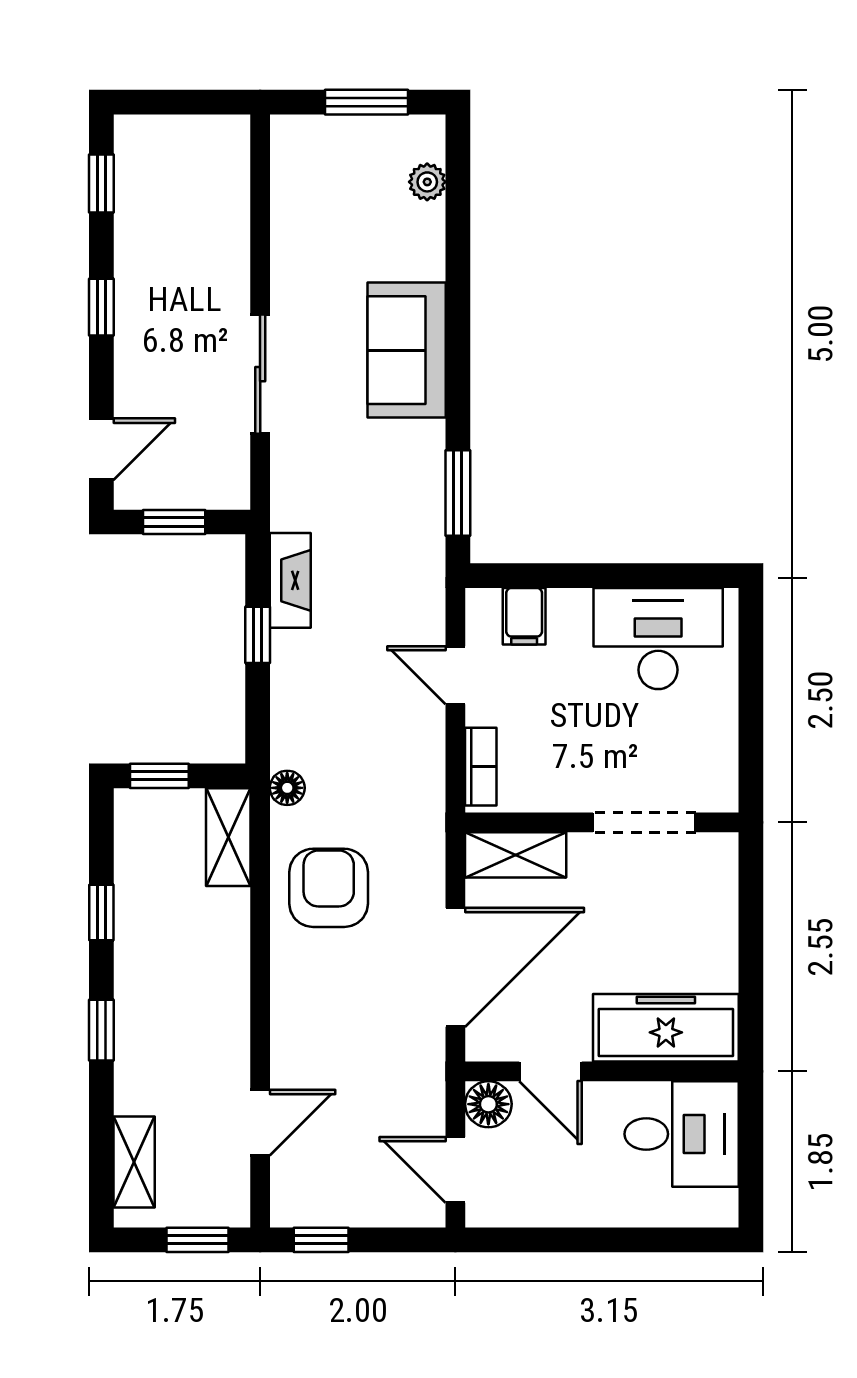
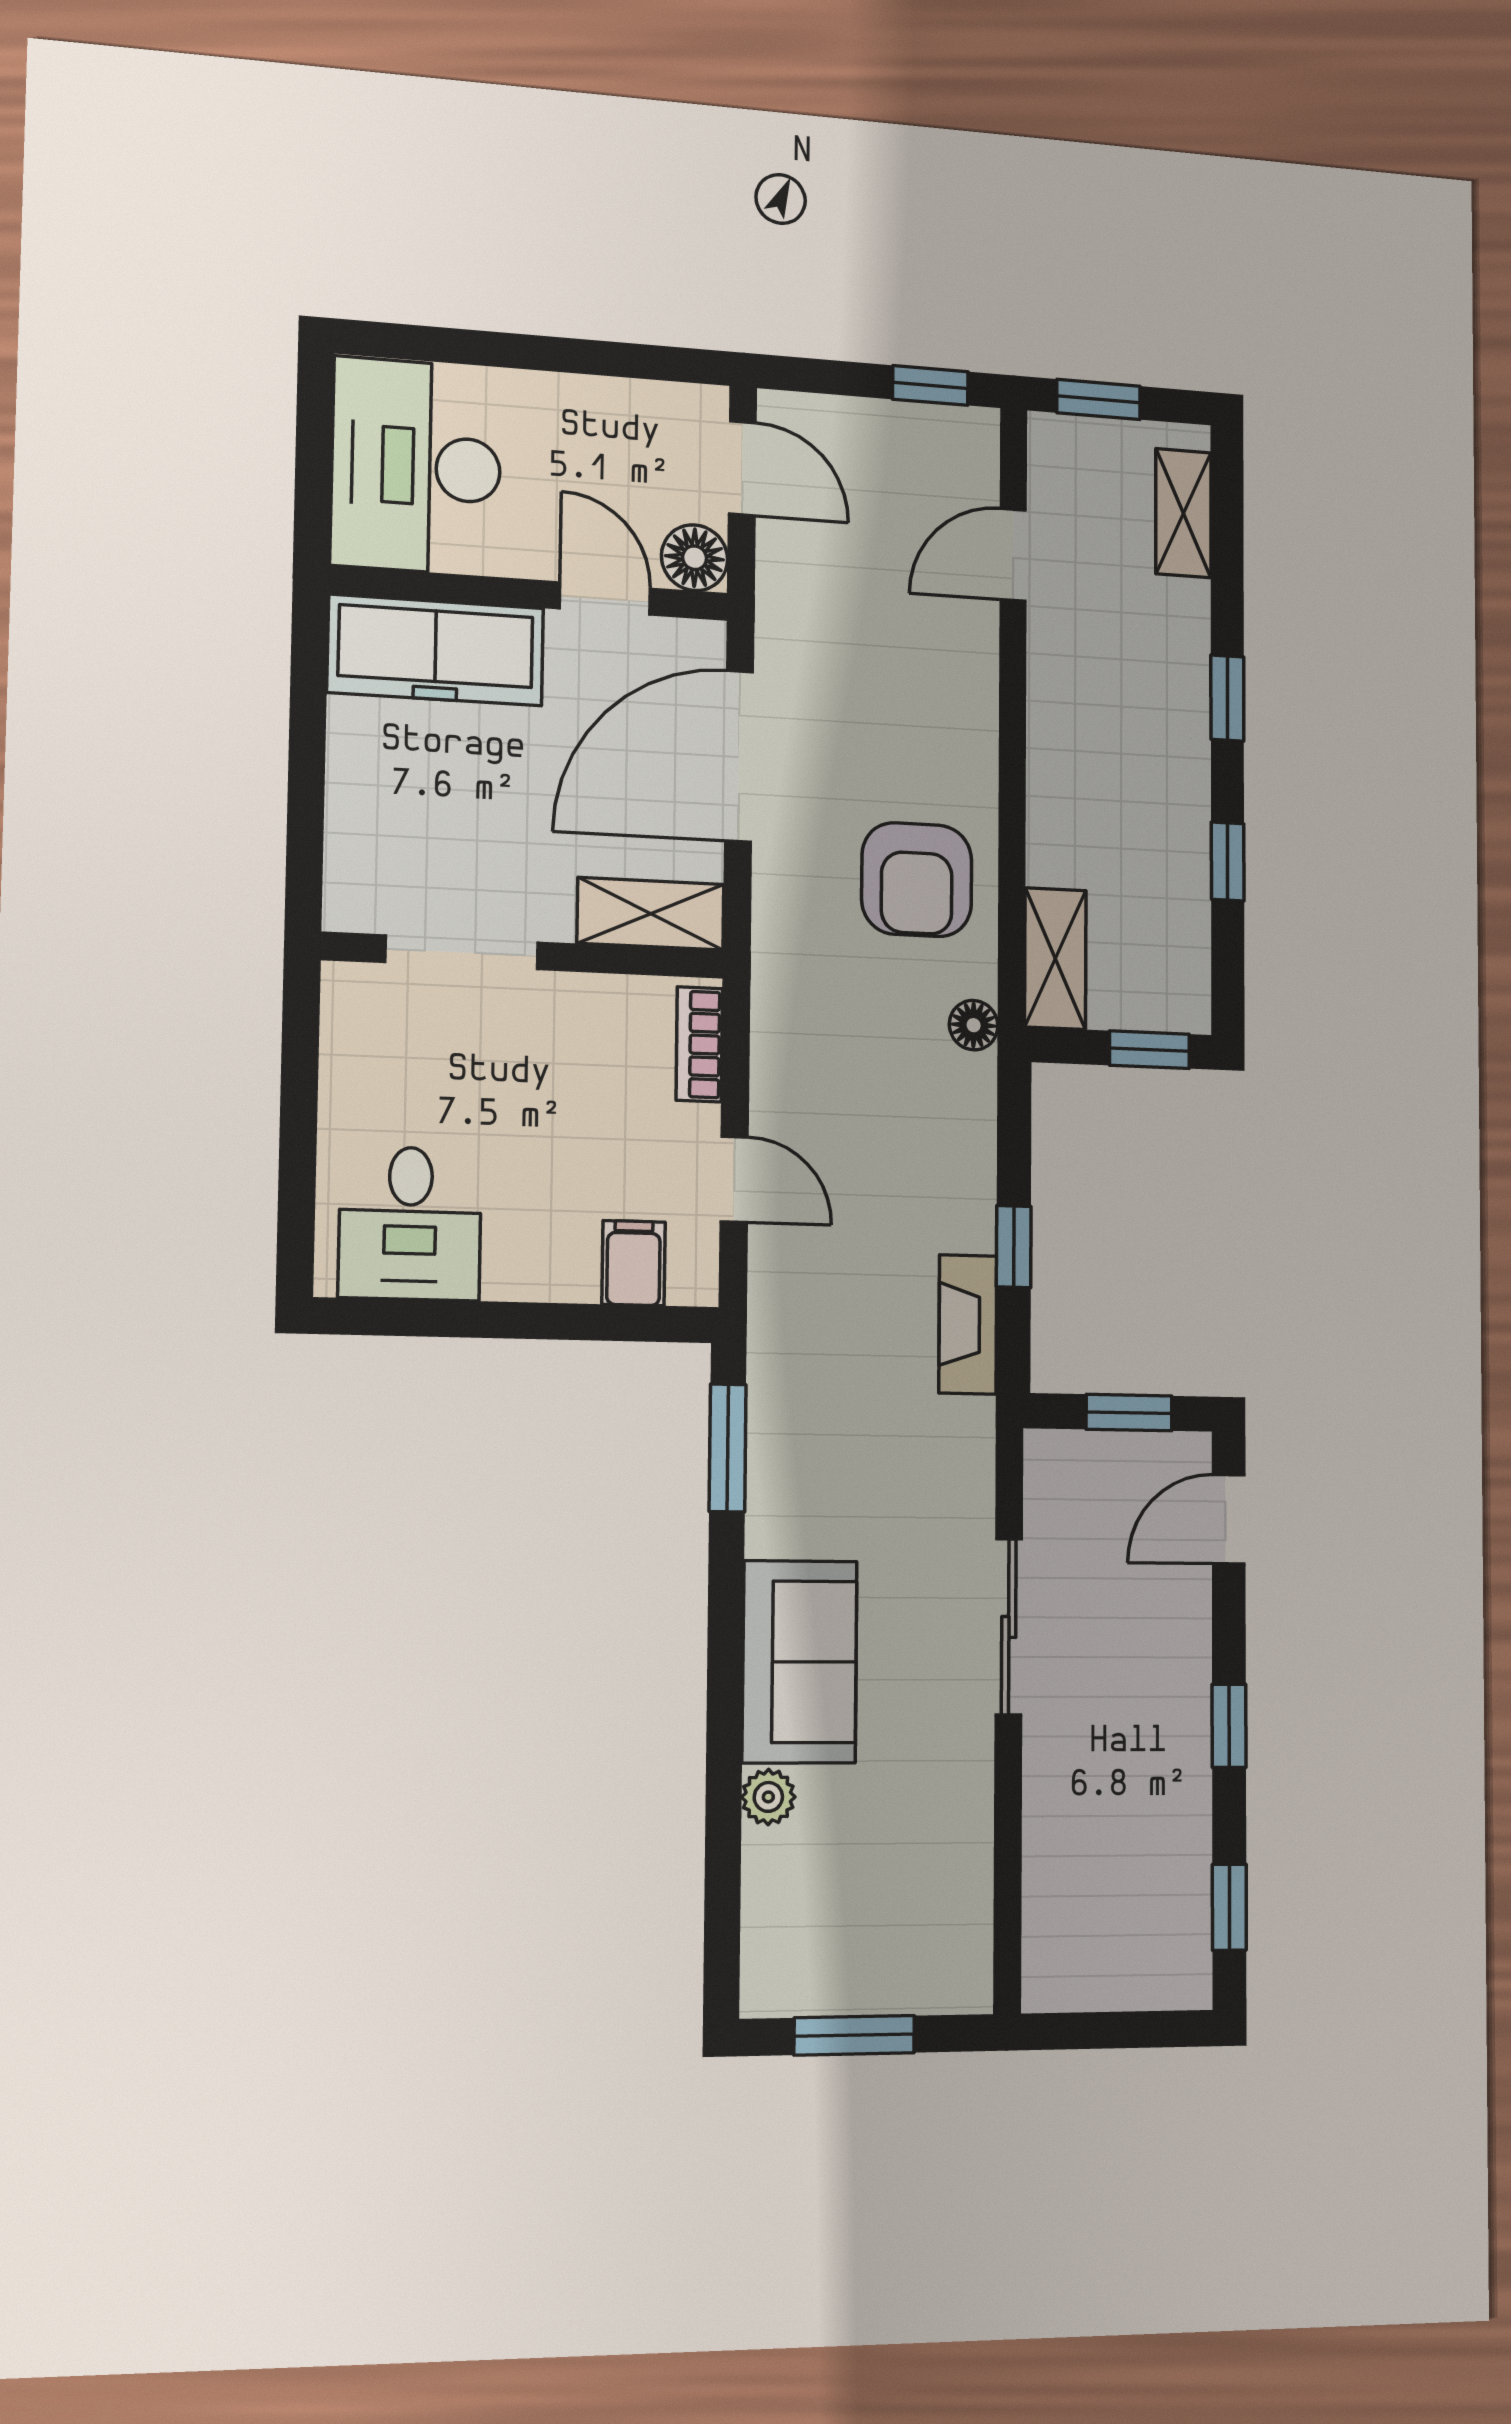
plant: (427, 182) -> (768, 1797), moved
desk: (658, 639) -> (410, 1223), width x0.73
desk: (682, 1134) -> (416, 466), width x1.37

